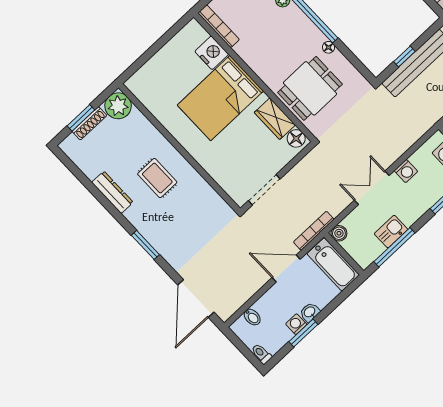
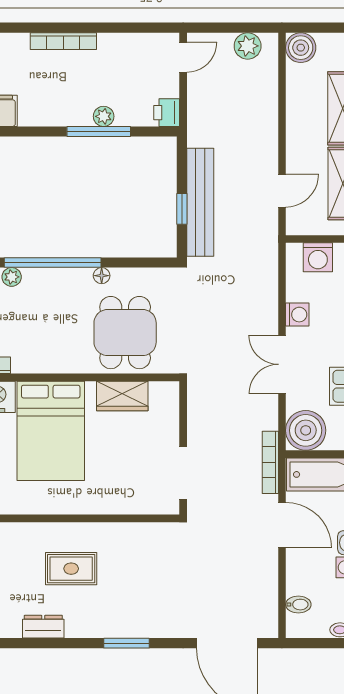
floor lamp: (296, 138) -> (162, 393), removed
dresser: (112, 192) -> (43, 627), width x0.70
boiler: (339, 233) -> (306, 430), width x1.86, depth x1.86
door: (286, 268) -> (282, 525), swing flipped

